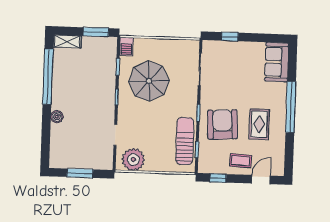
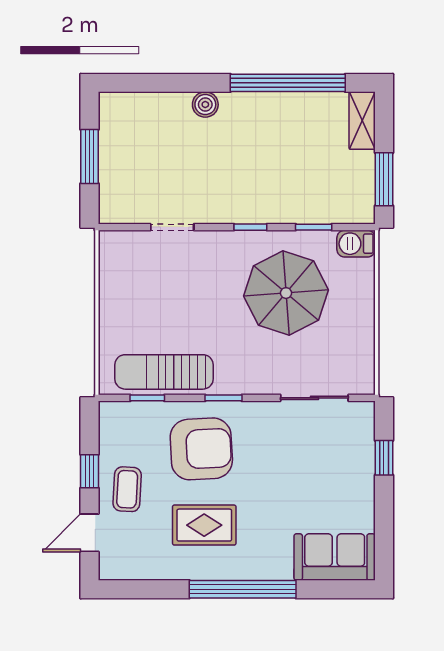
sun lounger: (185, 141) -> (164, 372), turned 180
plant: (133, 159) -> (122, 266), removed
window: (218, 178) -> (90, 471), moved
door: (261, 180) -> (90, 533), swing flipped

